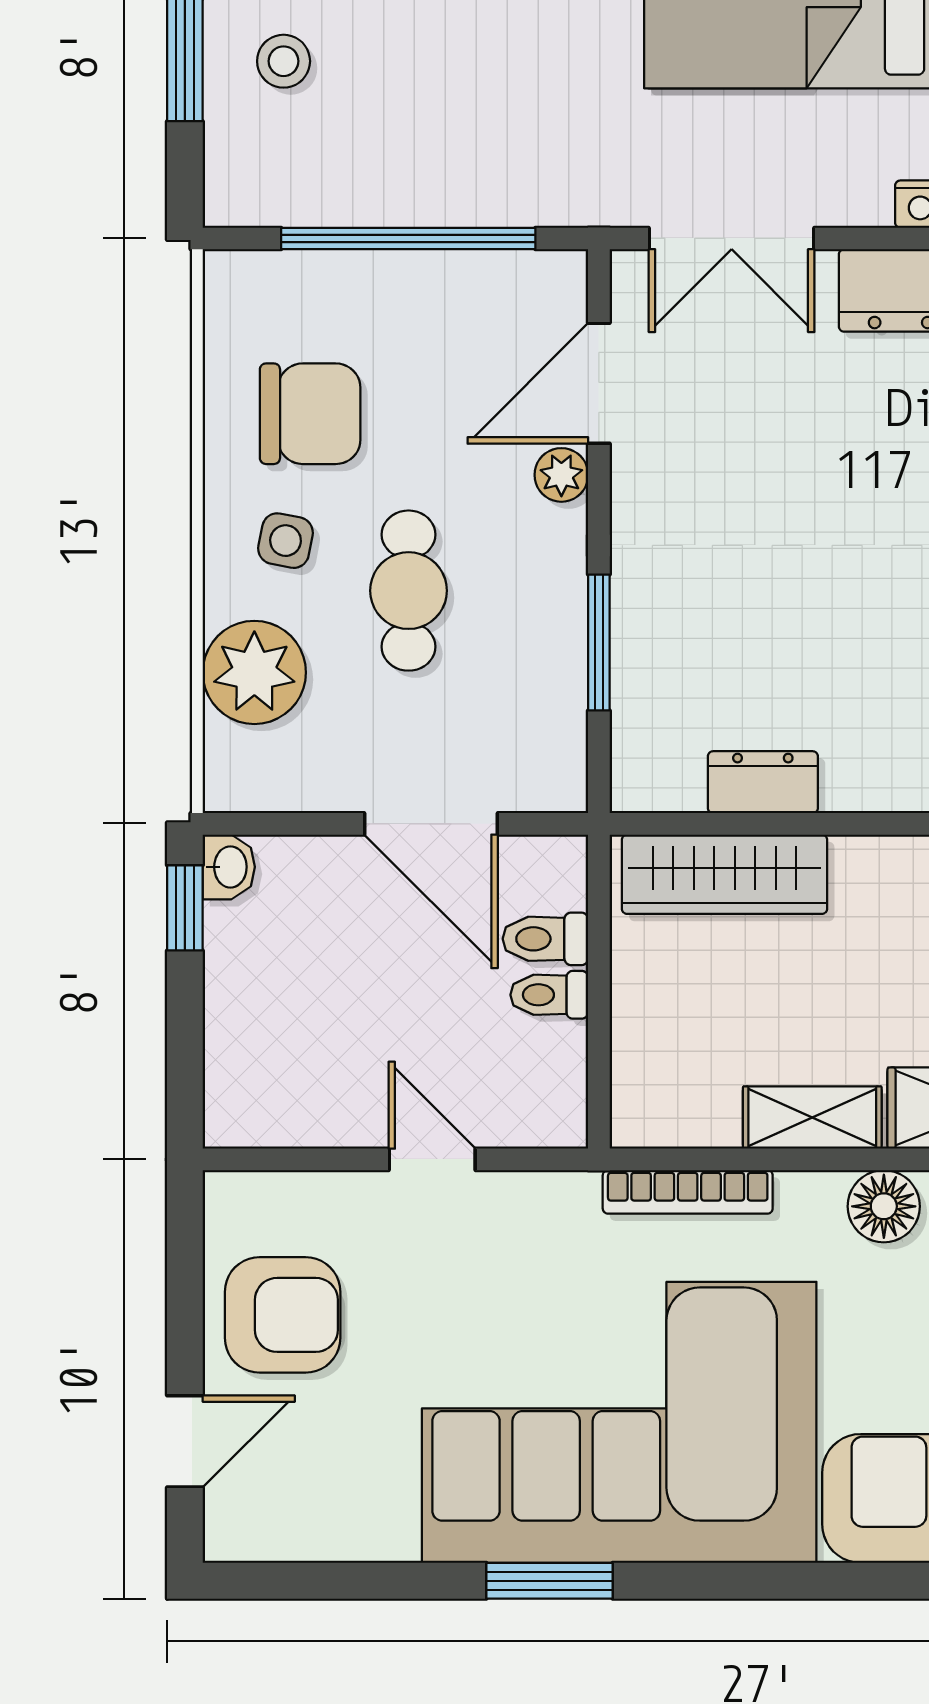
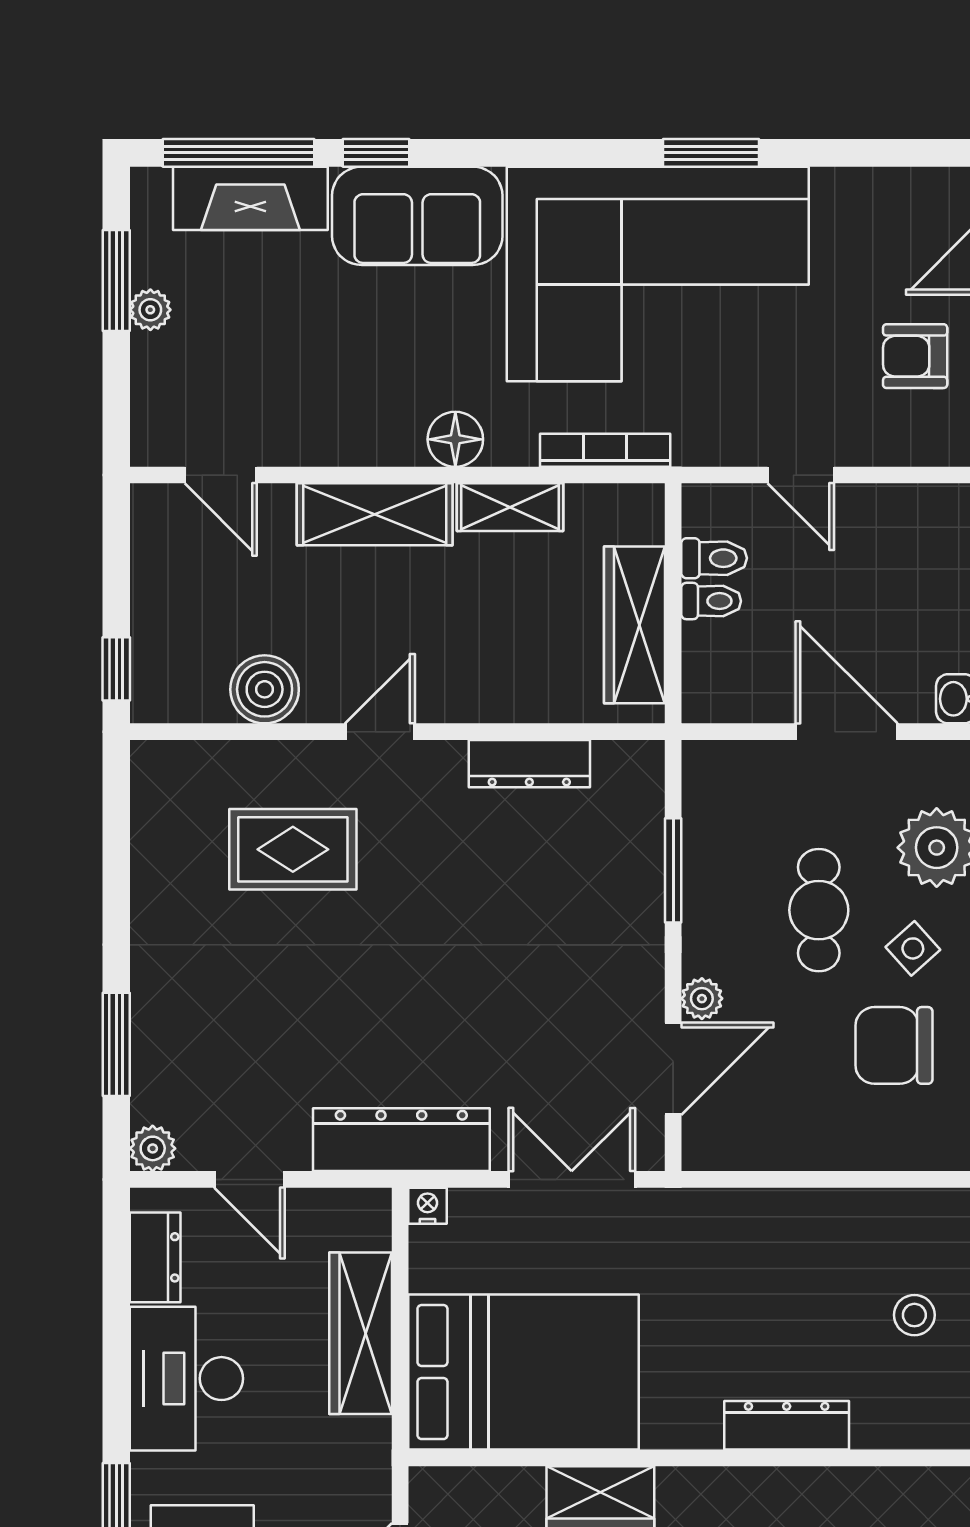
window: (408, 238) -> (819, 1179), removed
side table: (286, 541) -> (913, 948), turned 37
dresser: (763, 782) -> (529, 764), width x1.44
door: (431, 824) -> (846, 732), moved
wardrobe: (724, 874) -> (635, 625), moved, turned -90
toilet: (545, 939) -> (714, 558), moved
armchair: (283, 1315) -> (915, 356), width x0.72, depth x0.72

